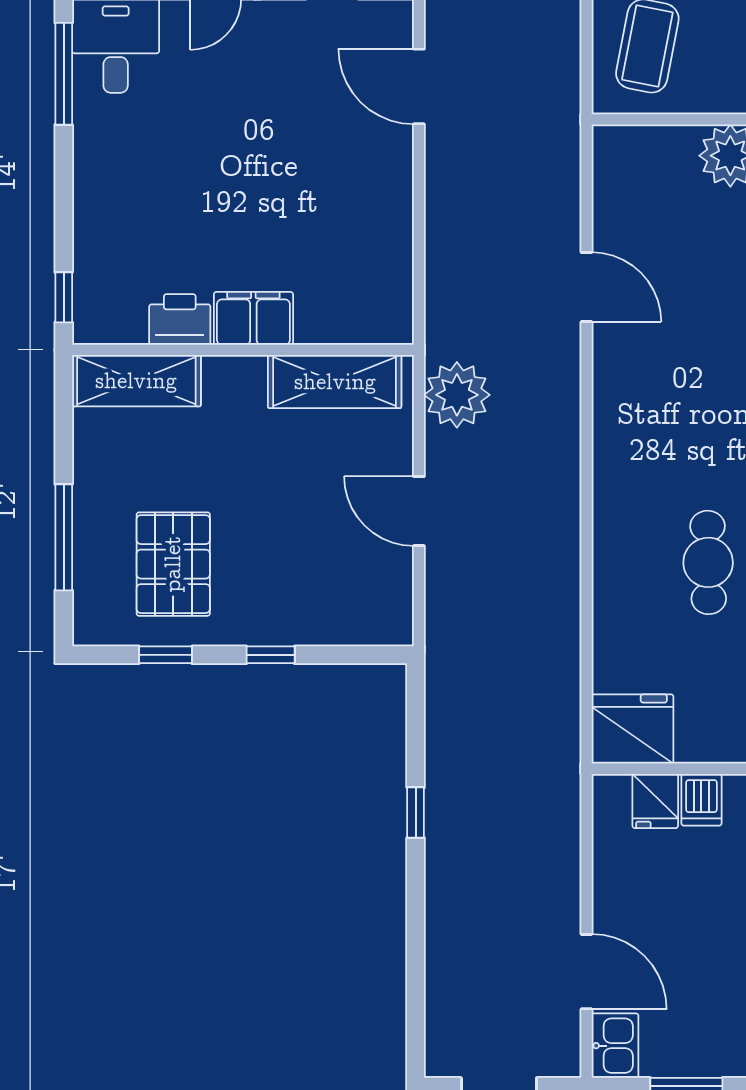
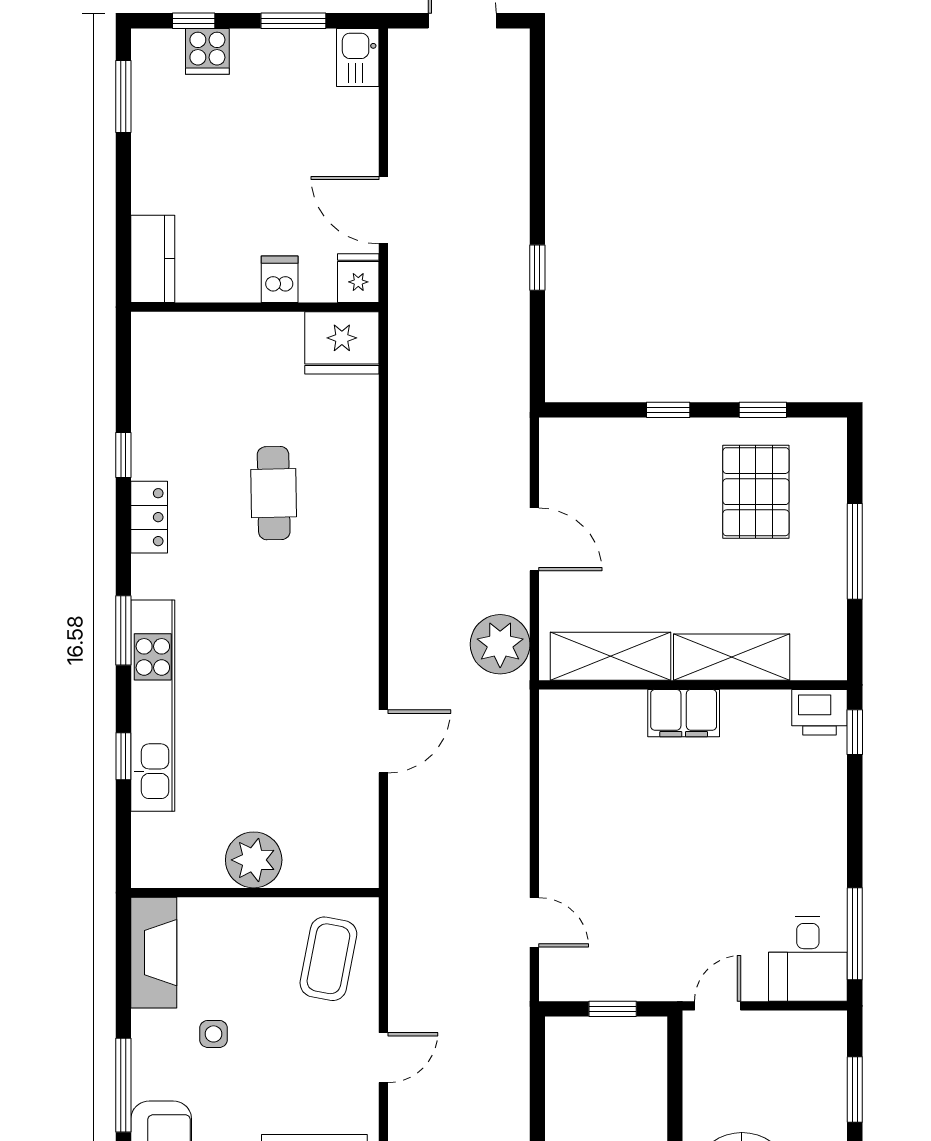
door: (419, 86) -> (534, 922), width x0.73
door: (586, 287) -> (383, 741), swing flipped
printer: (180, 319) -> (820, 712), moved
shelving: (136, 381) -> (732, 657), moved
window: (64, 537) -> (855, 551), moved
fridge: (655, 801) -> (358, 278), moved
door: (586, 972) -> (383, 210), moved

